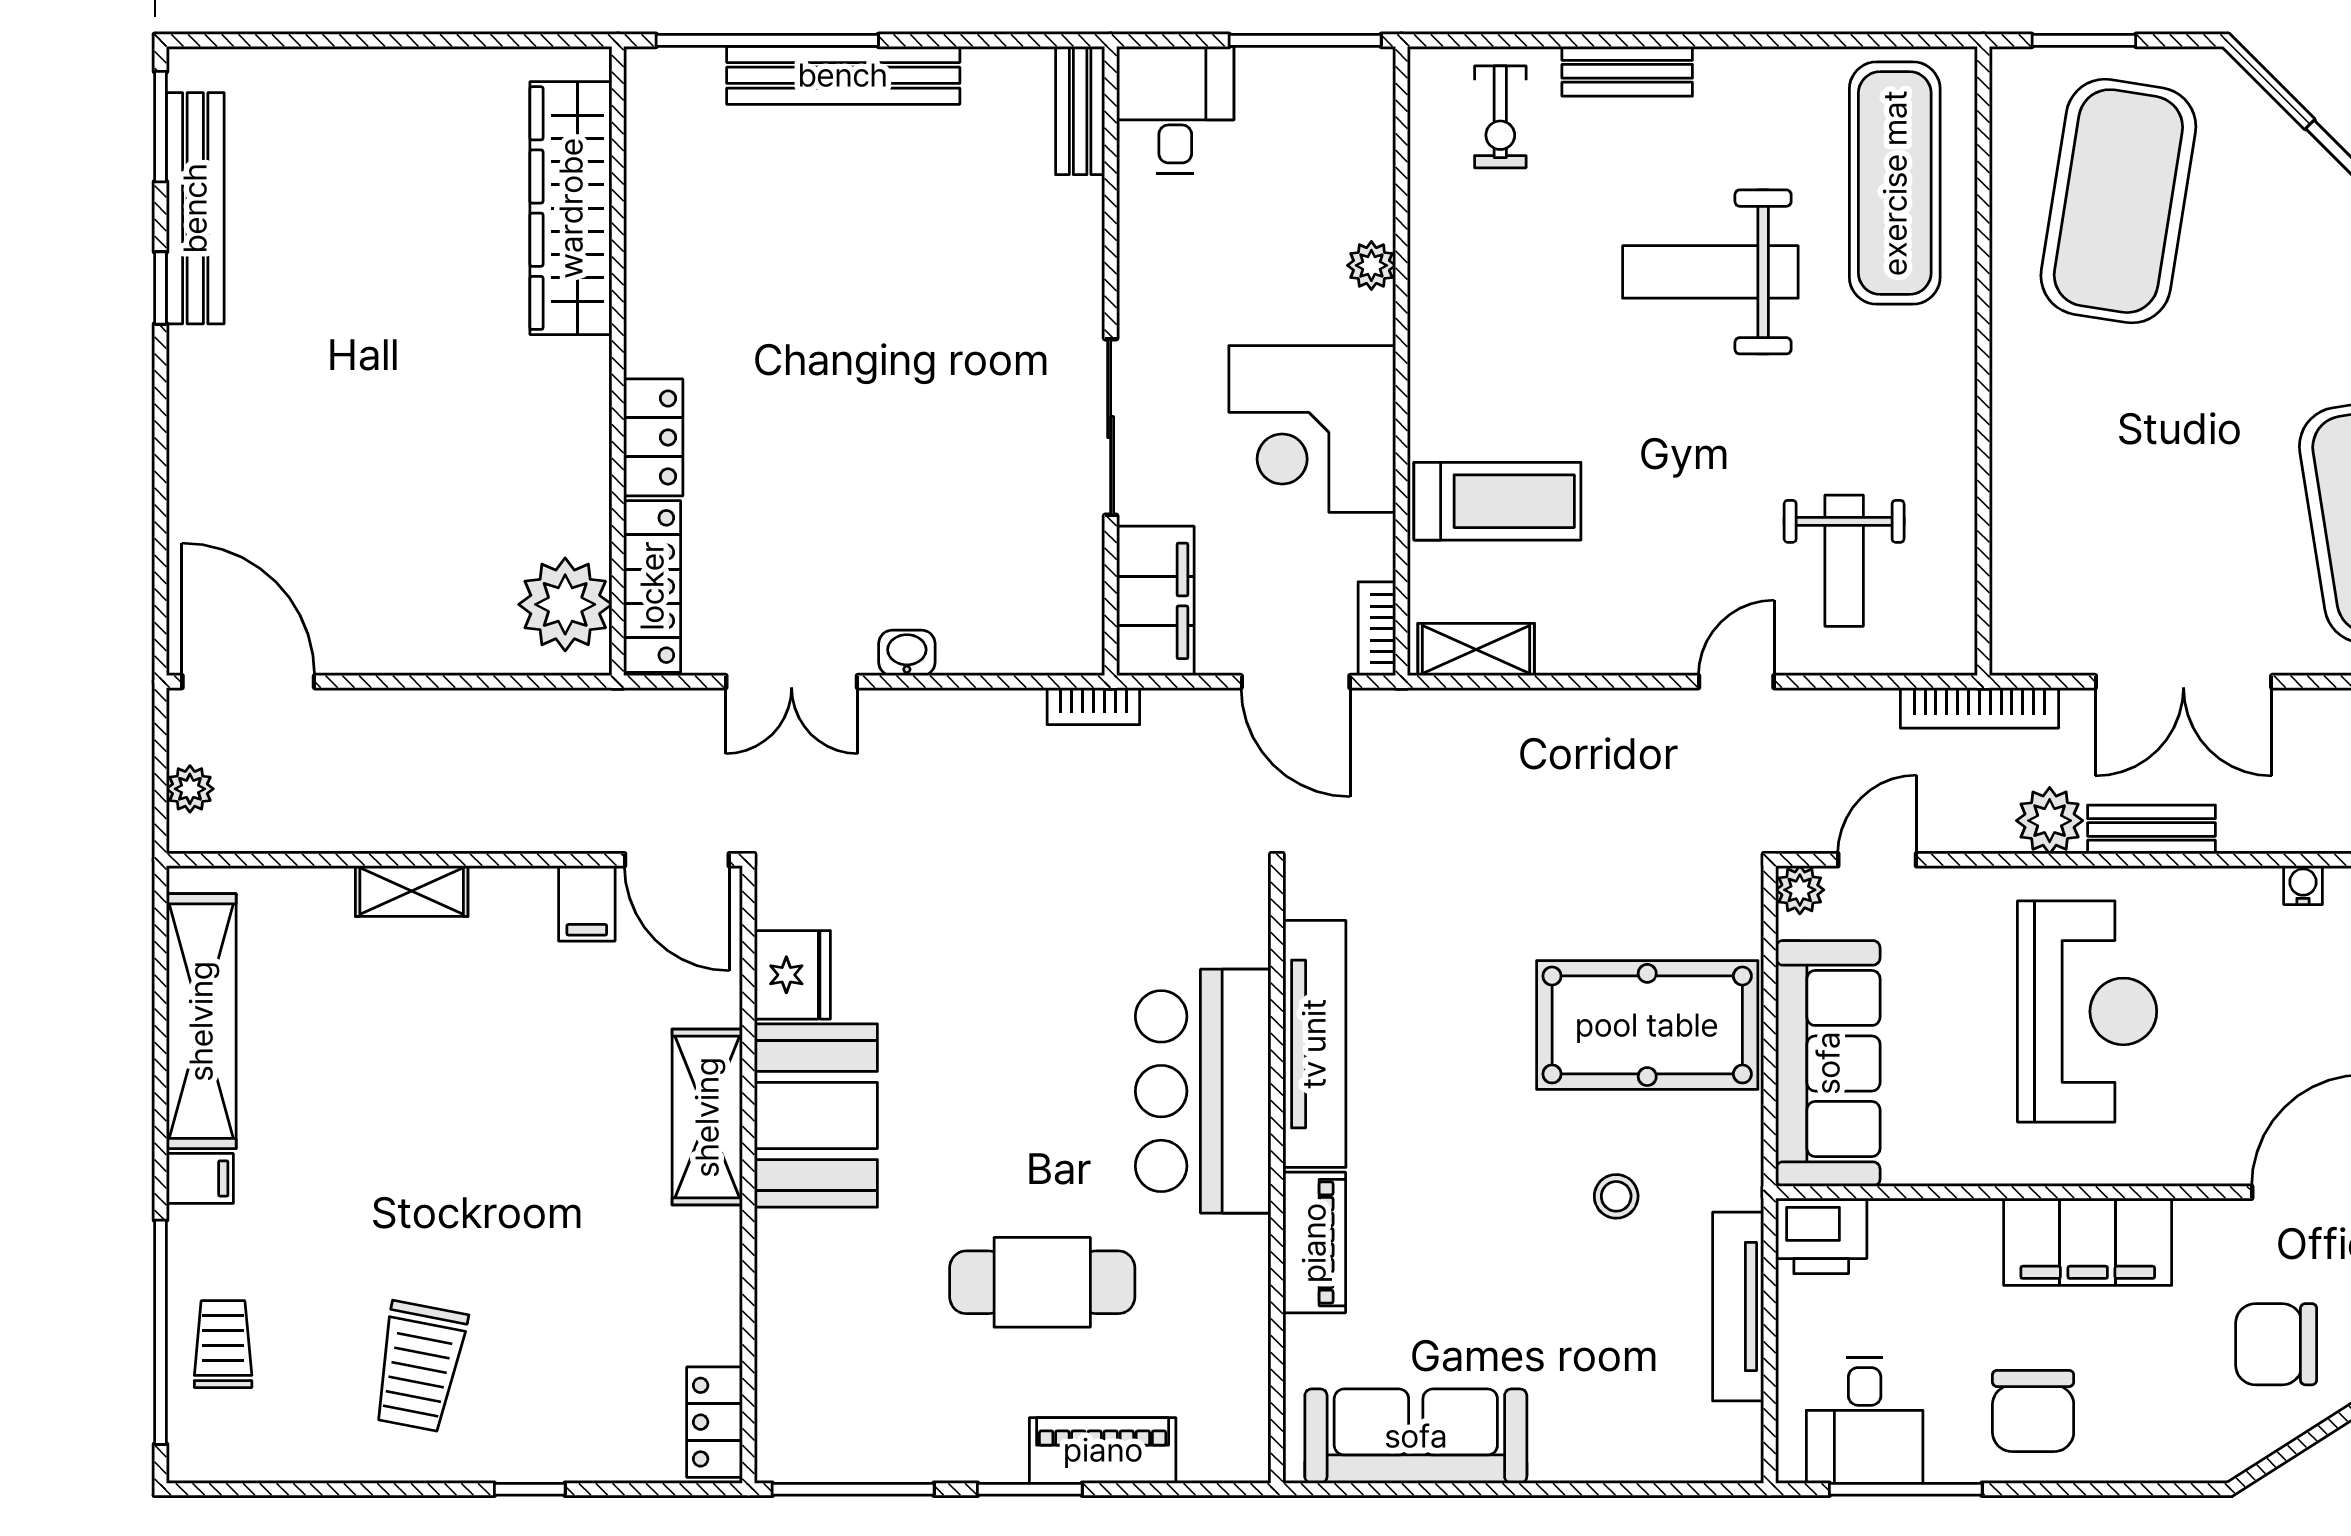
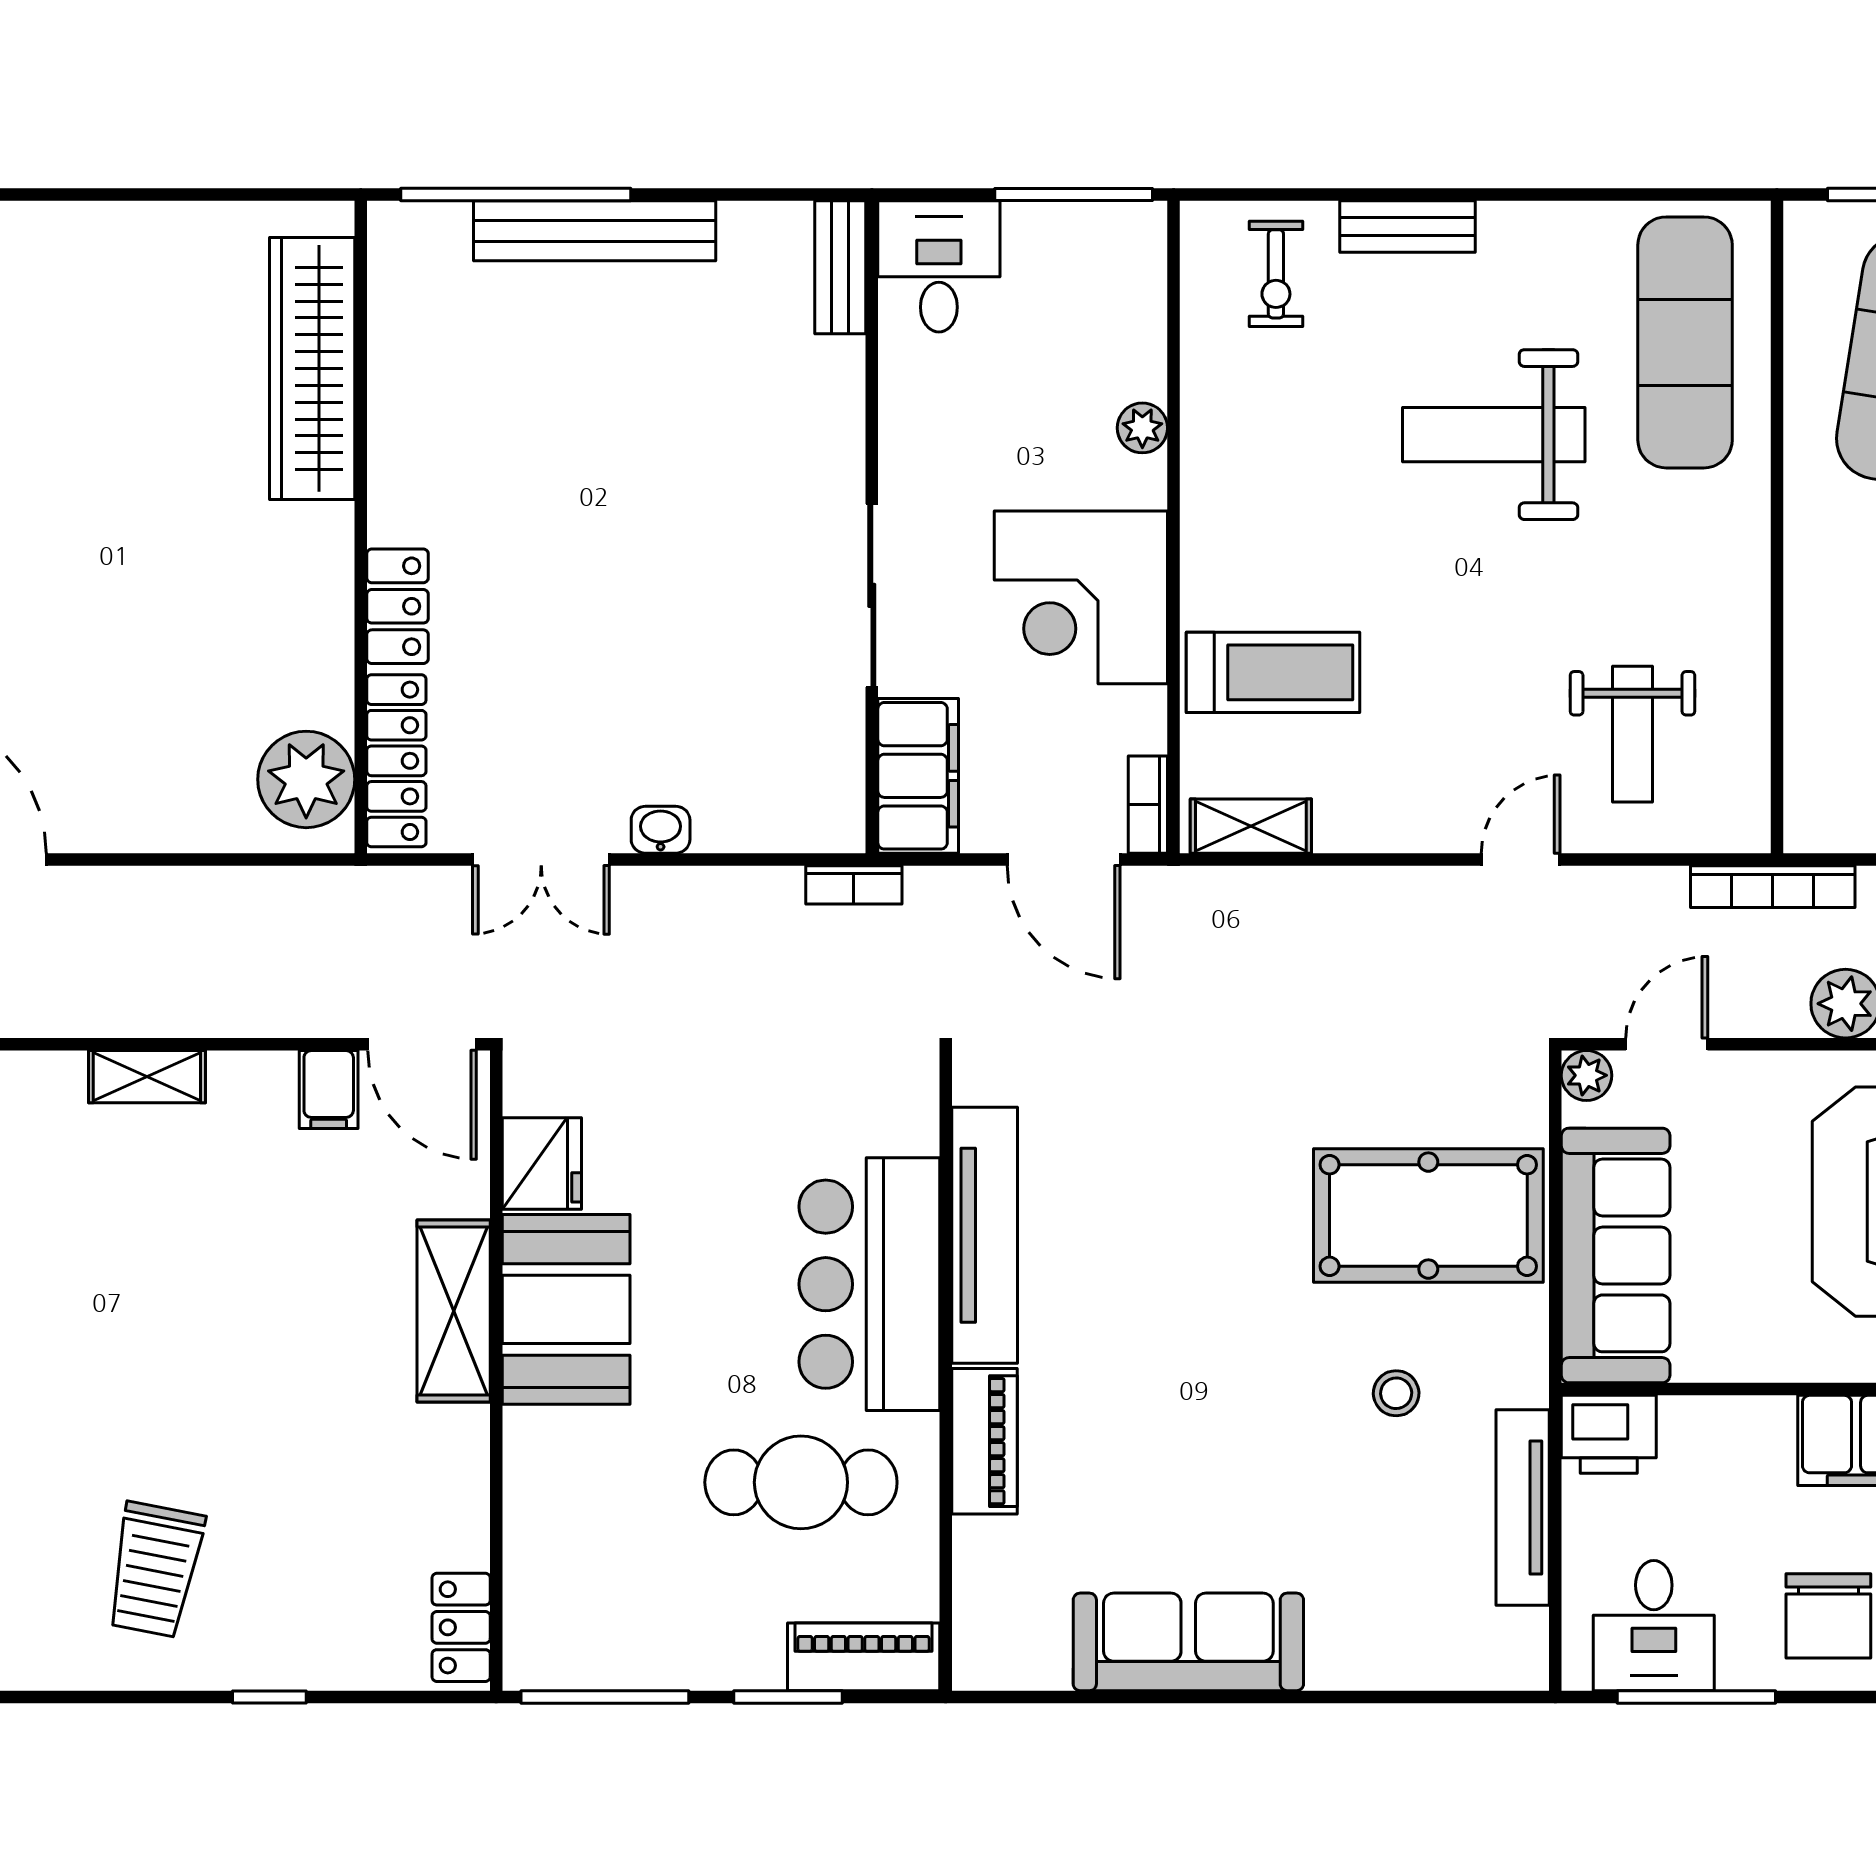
tv unit: (1314, 1044) -> (985, 1235), moved
bar counter: (1203, 1091) -> (869, 1284), moved
wall: (1277, 1174) -> (946, 1371), moved
piano: (1314, 1243) -> (984, 1441), moved

